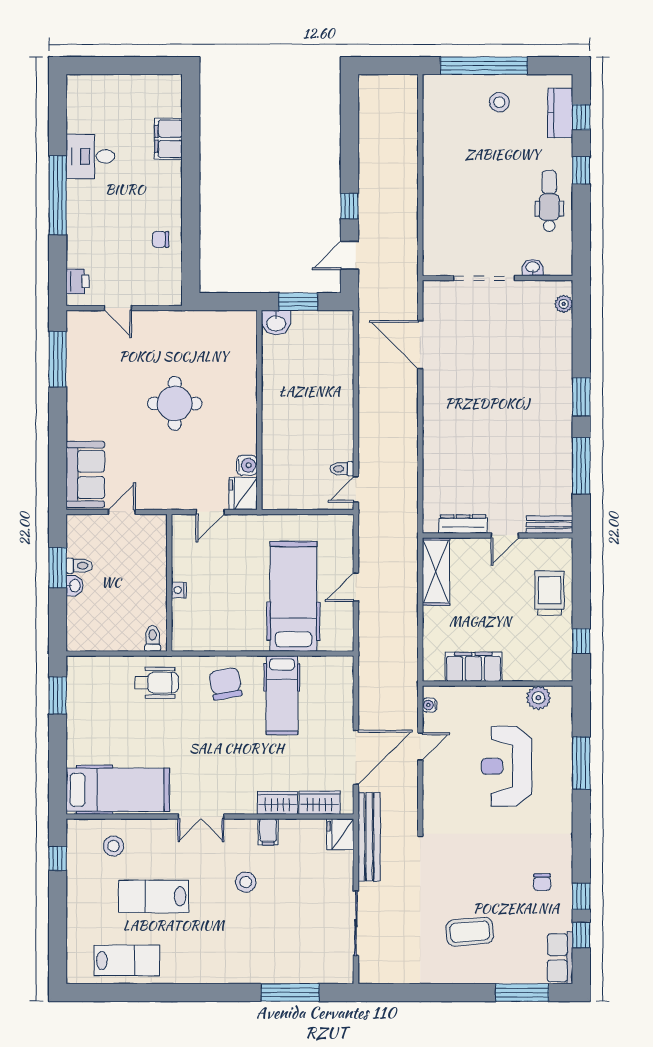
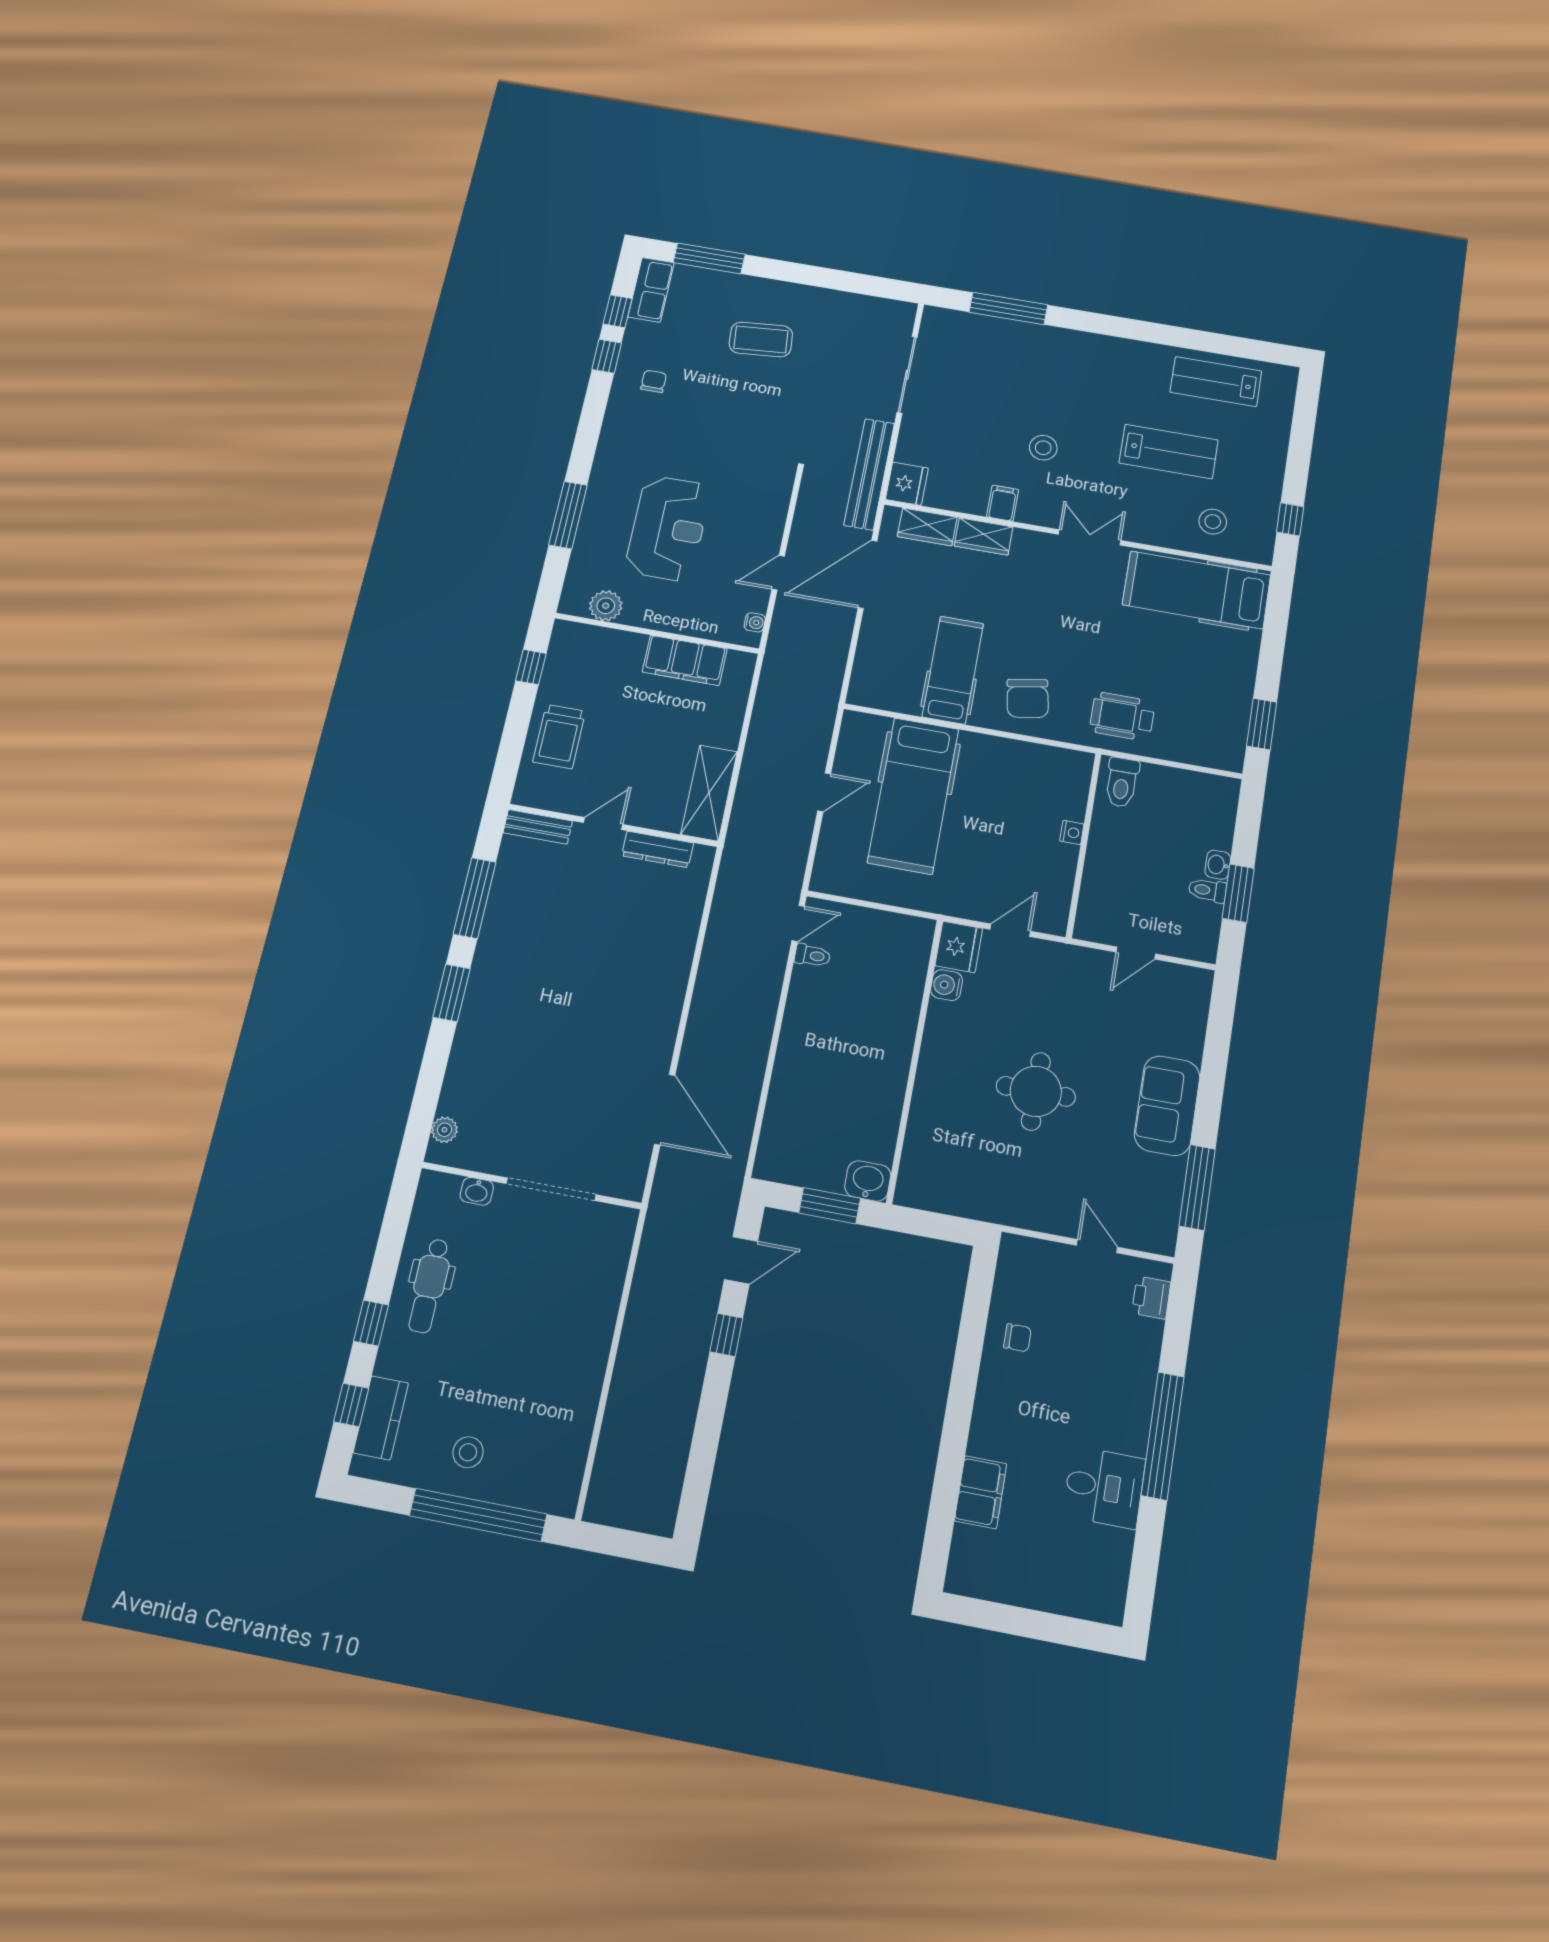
sofa: (85, 474) -> (1167, 1106), moved
toilet: (153, 638) -> (1122, 782), width x1.37, depth x1.39

